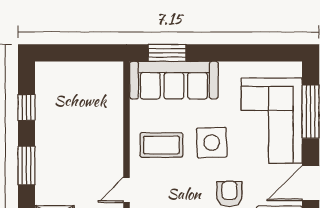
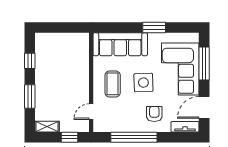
window: (167, 53) -> (154, 28), moved
coffee table: (161, 145) -> (113, 84), turned 90

